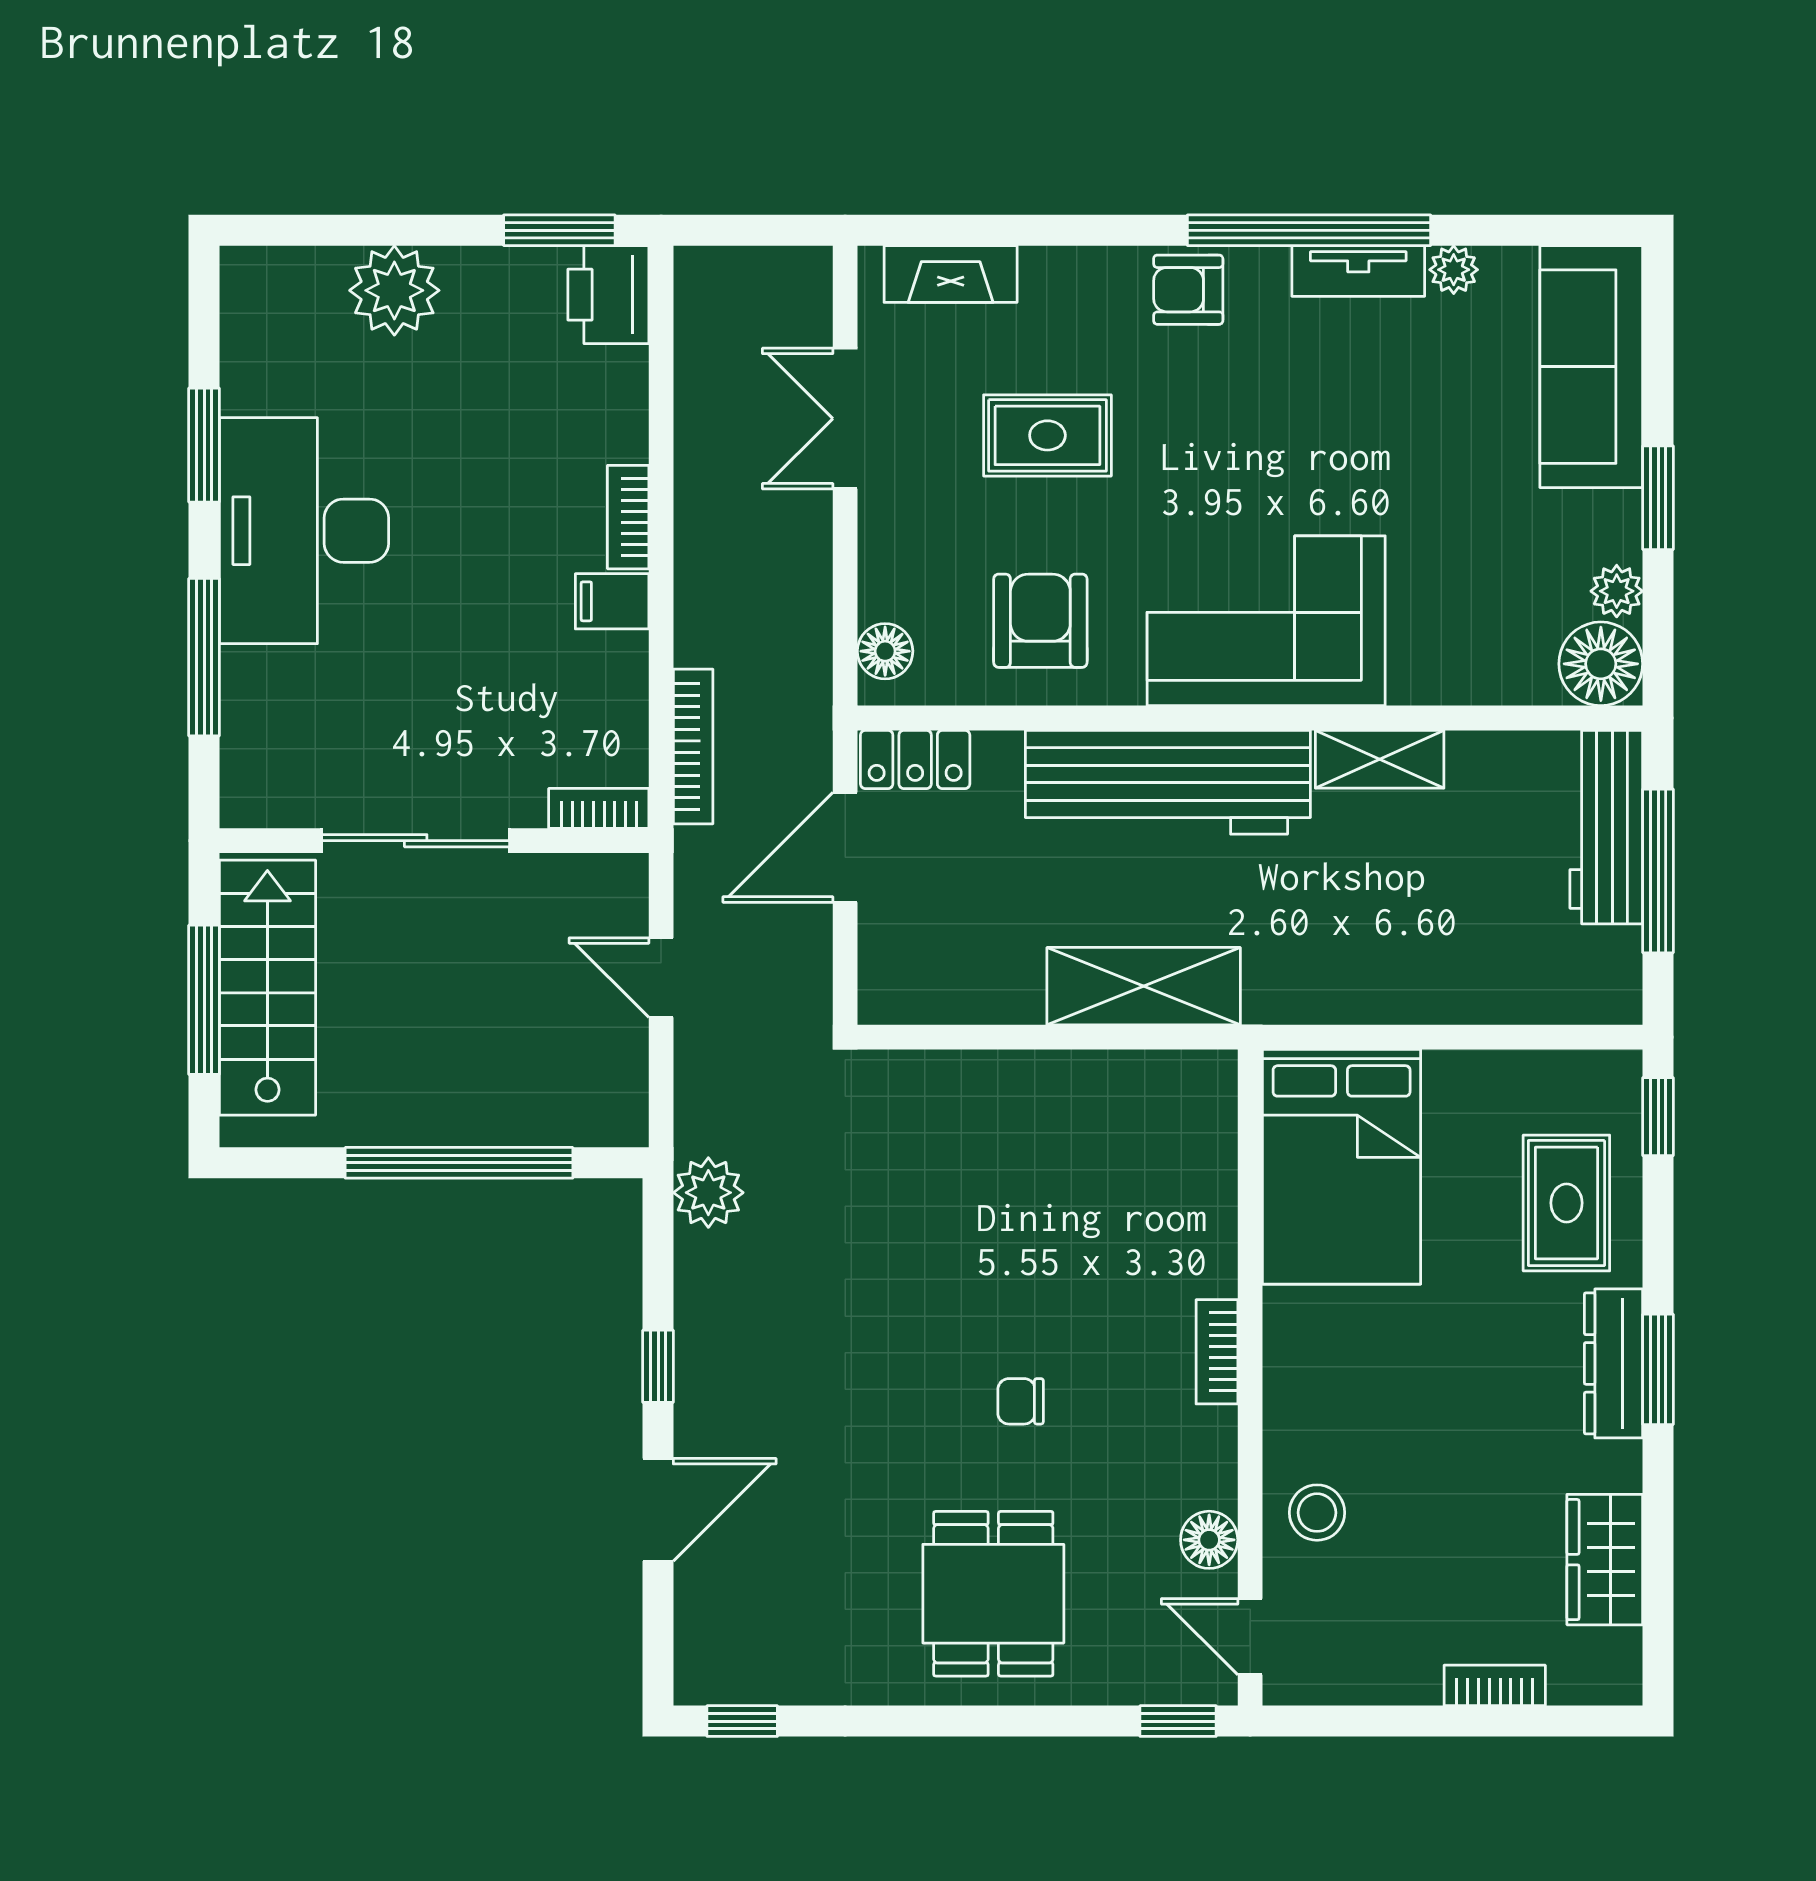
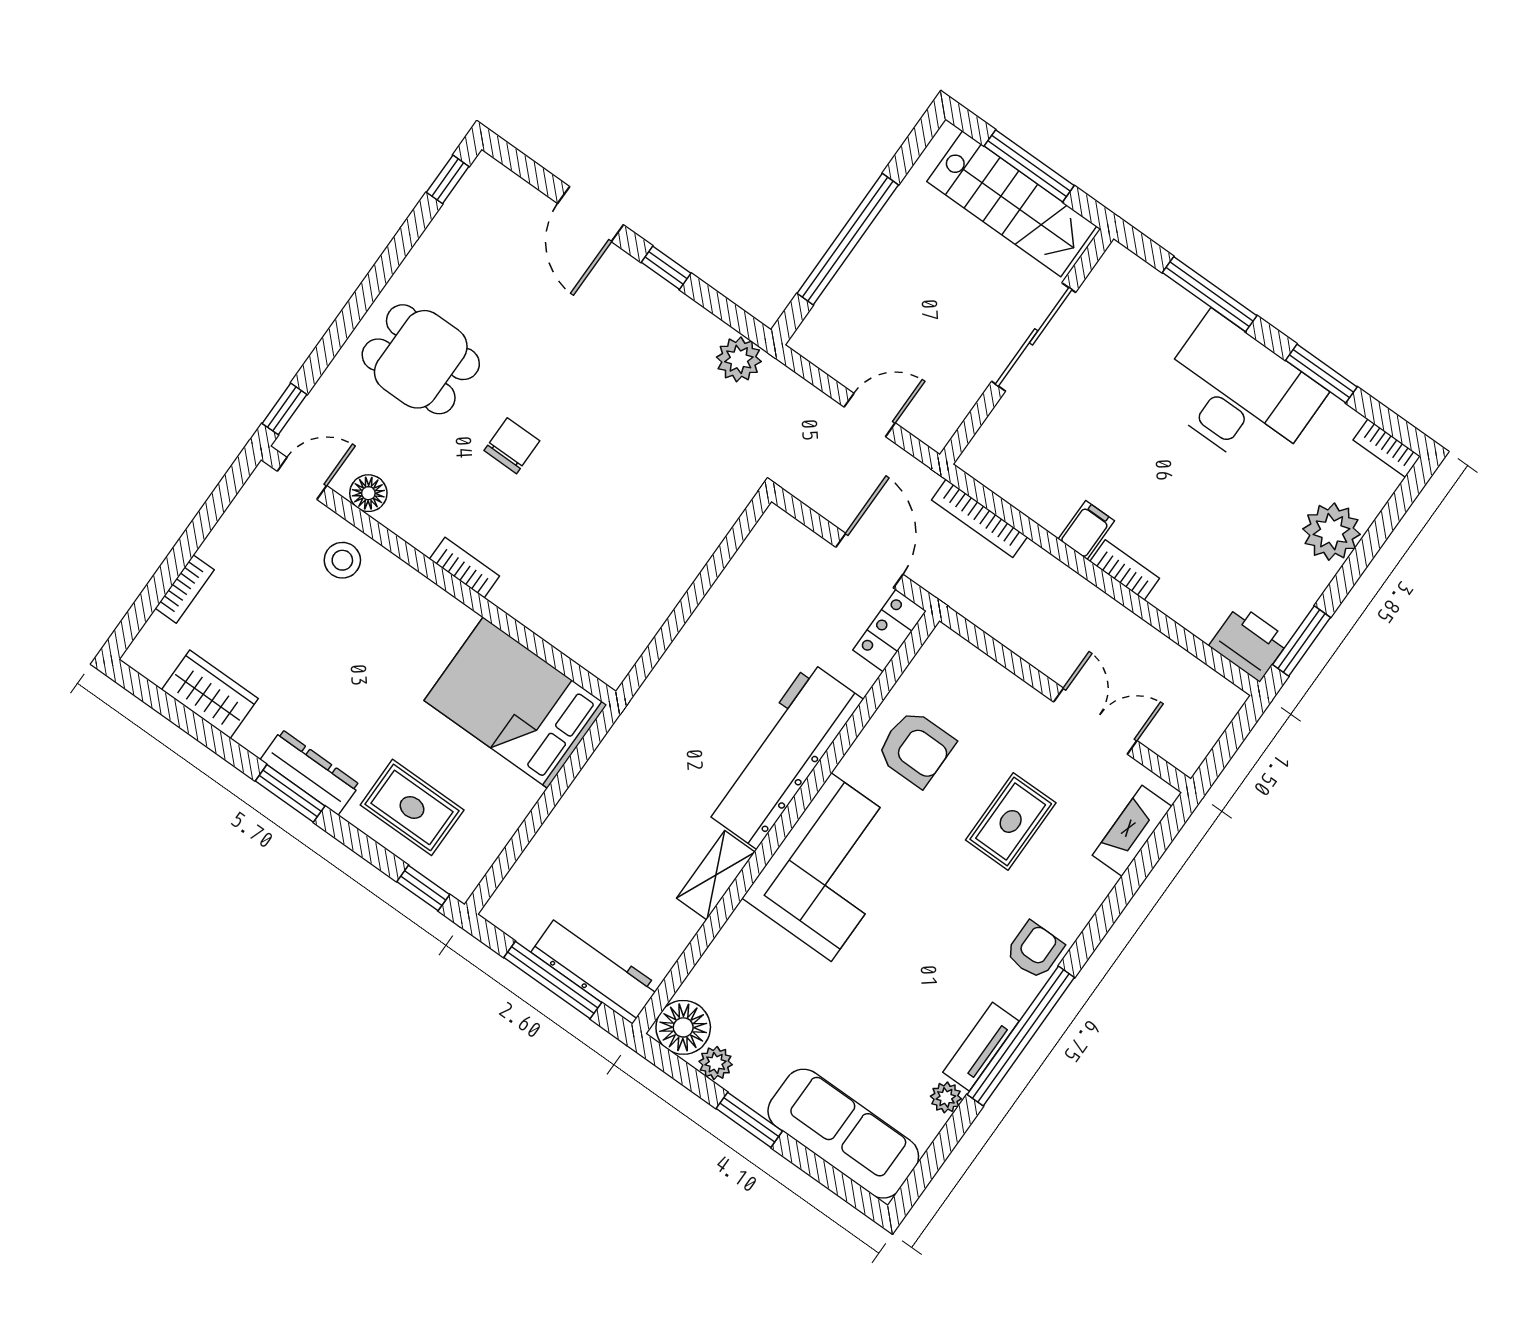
floor lamp: (885, 651) -> (958, 655), removed
bookcase: (599, 808) -> (1387, 448), moved, turned 90
shelving: (1144, 986) -> (685, 666), removed
chair: (1021, 1401) -> (512, 446), width x1.37, depth x1.37

